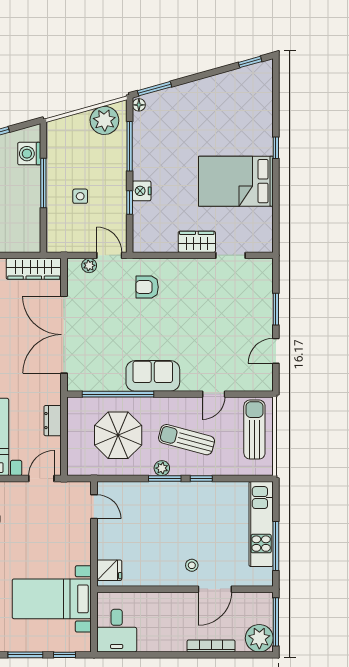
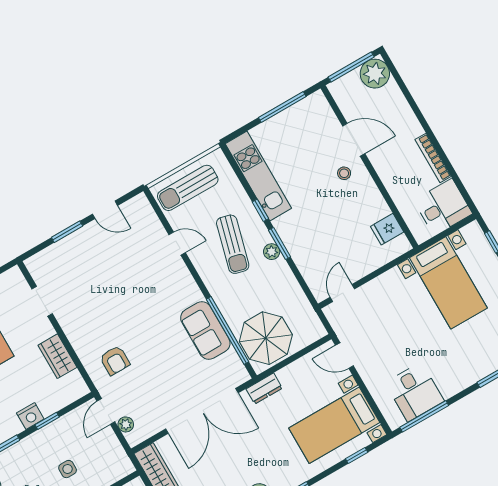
wardrobe: (197, 242) -> (57, 356), moved
sofa: (153, 376) -> (205, 331), moved
dresser: (53, 421) -> (264, 389), moved
parasol: (118, 435) -> (266, 338), moved
kitchen unit: (261, 524) -> (258, 176), moved, turned -90
fridge: (109, 570) -> (387, 229), moved, turned -90
bookcase: (211, 646) -> (433, 158), moved

